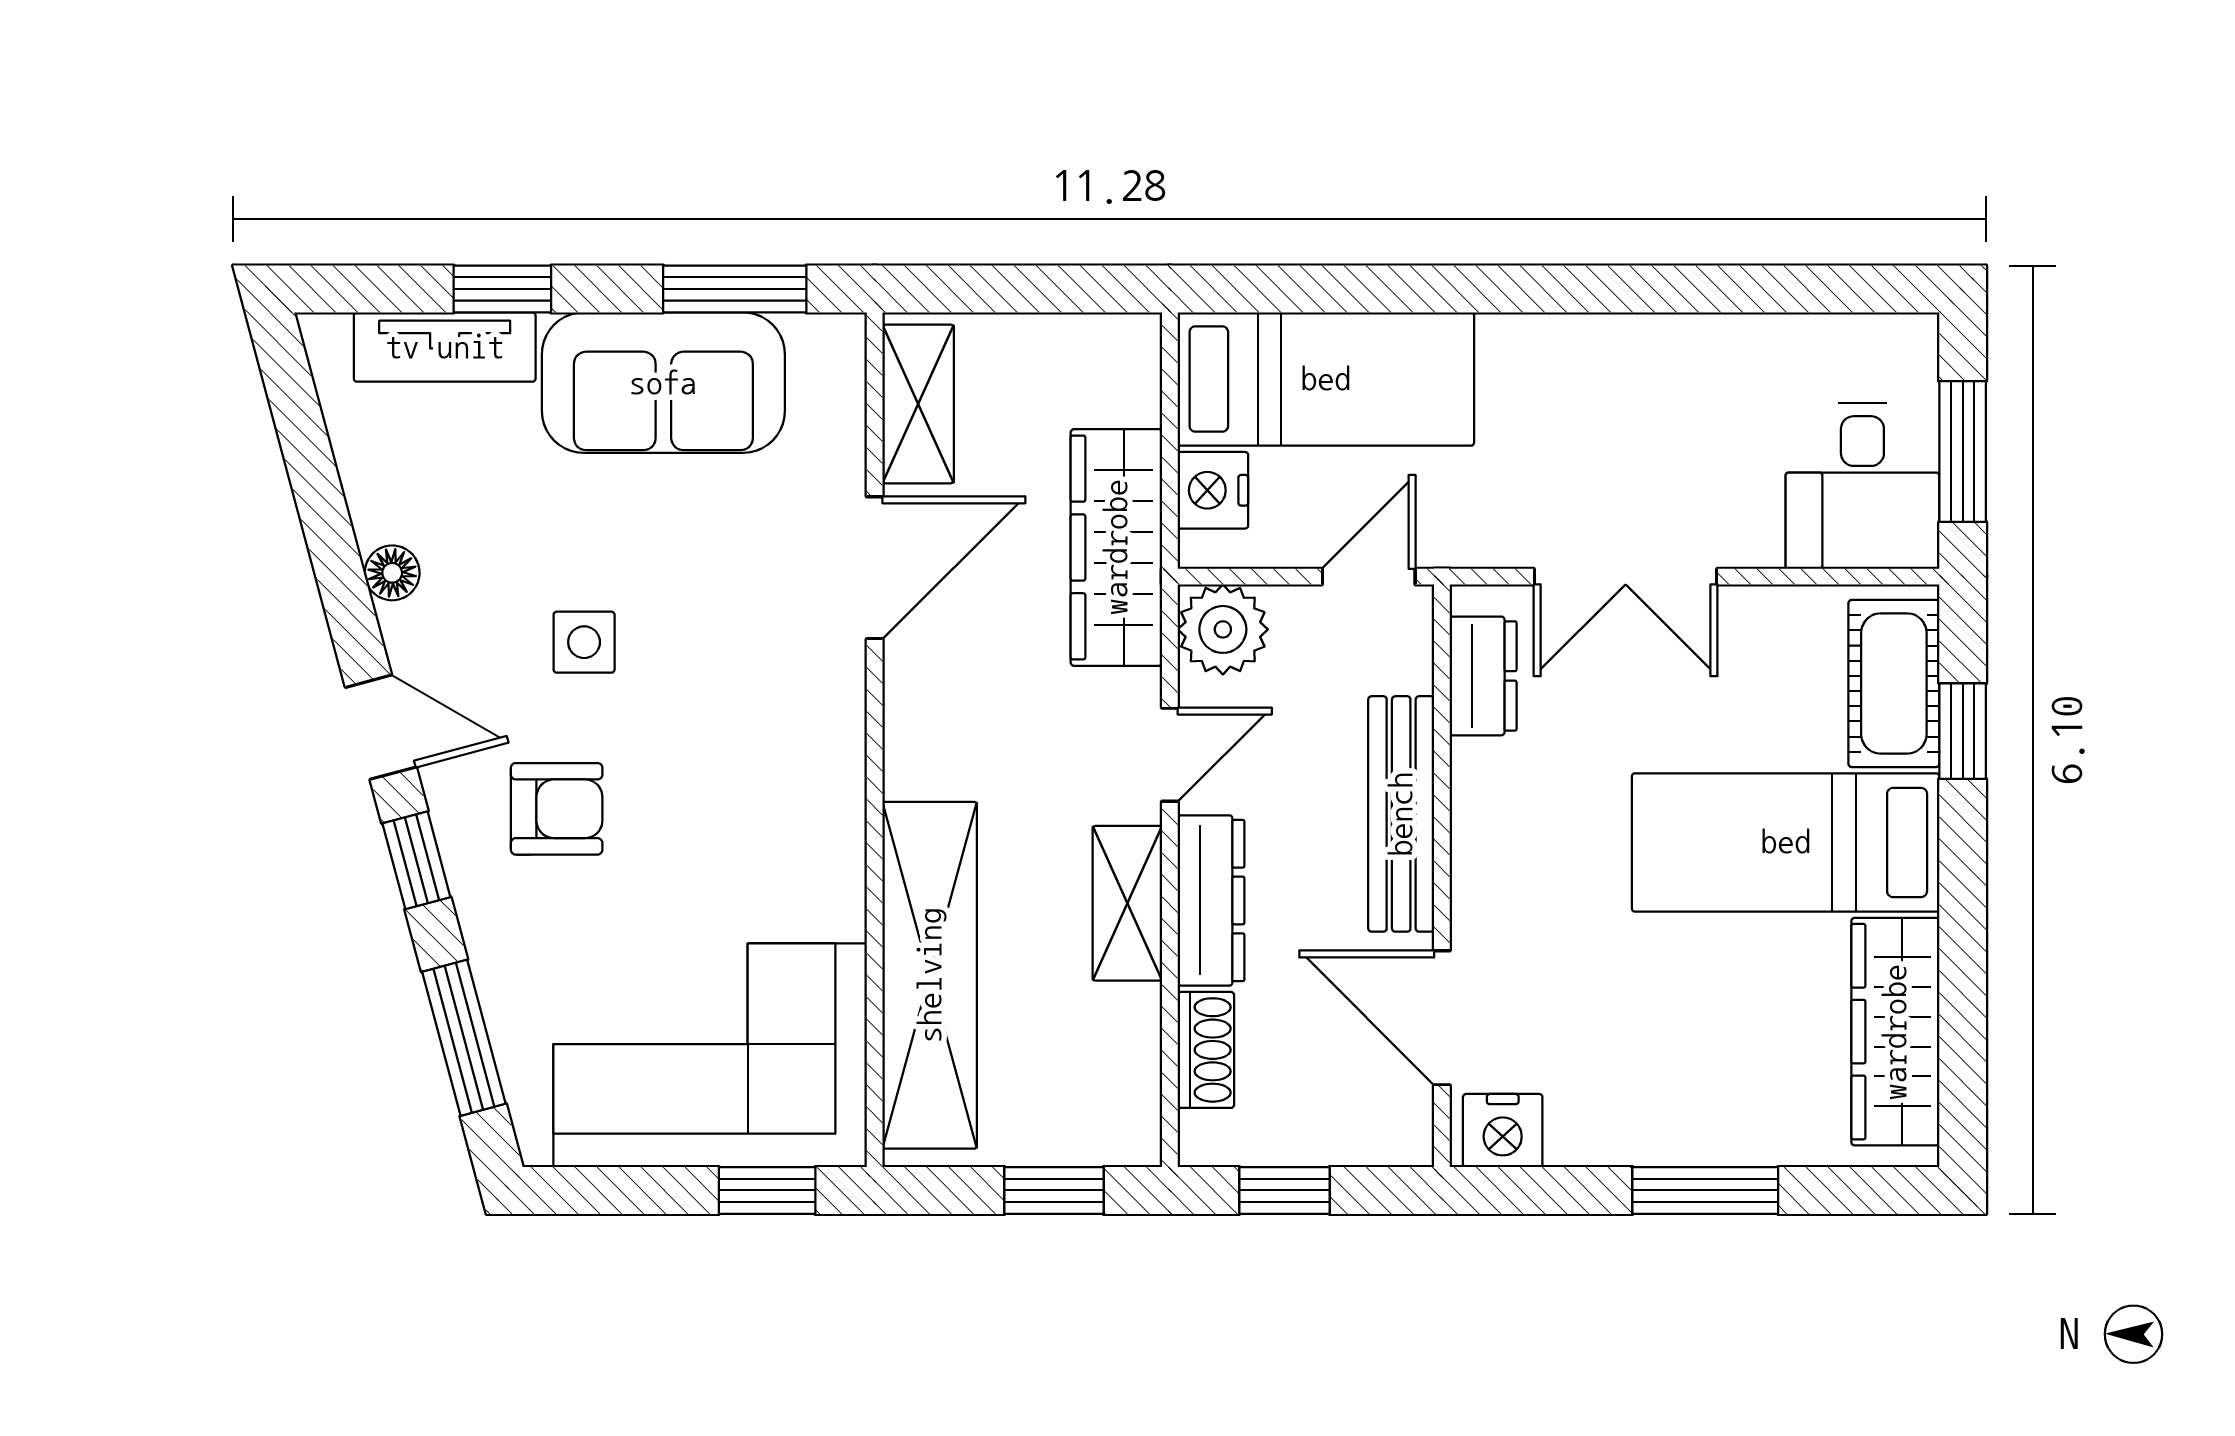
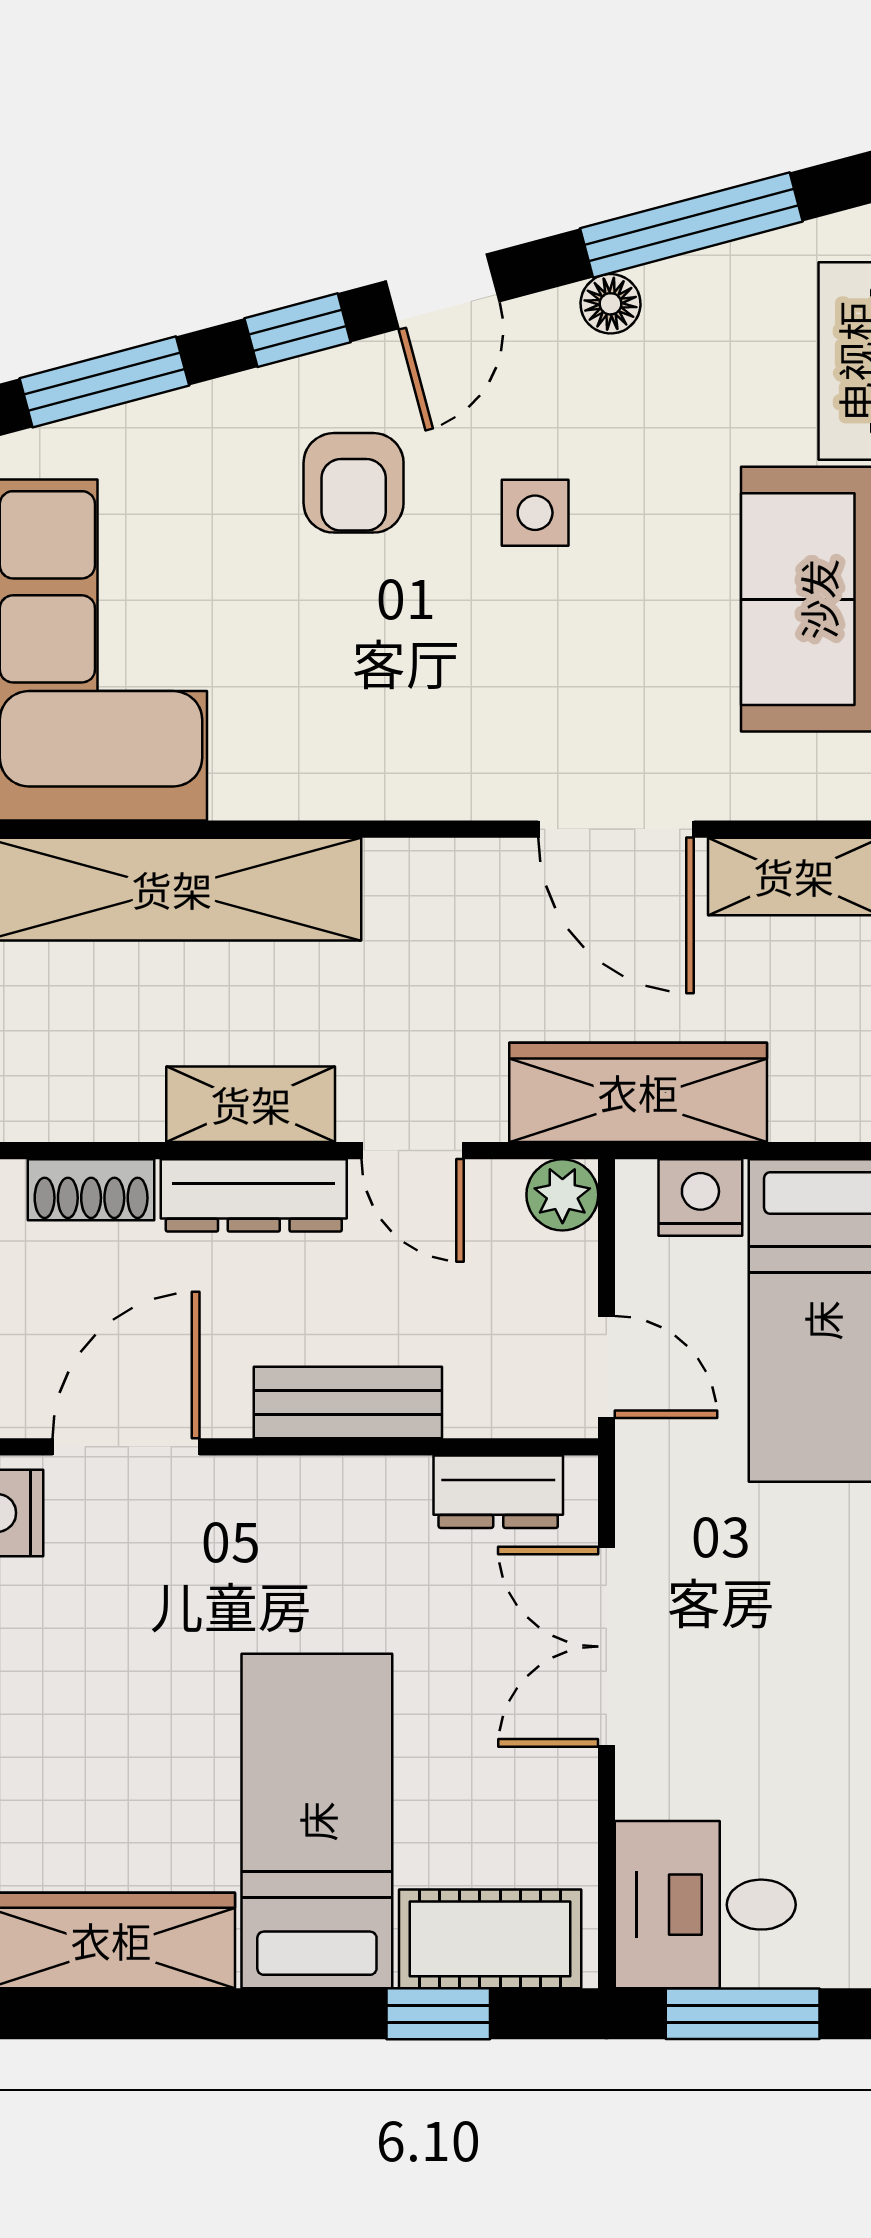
window: (320, 499) -> (691, 225), added
plant: (1223, 629) -> (562, 1195), width x0.73, depth x0.73
bench: (1401, 814) -> (348, 1402), width x0.73

